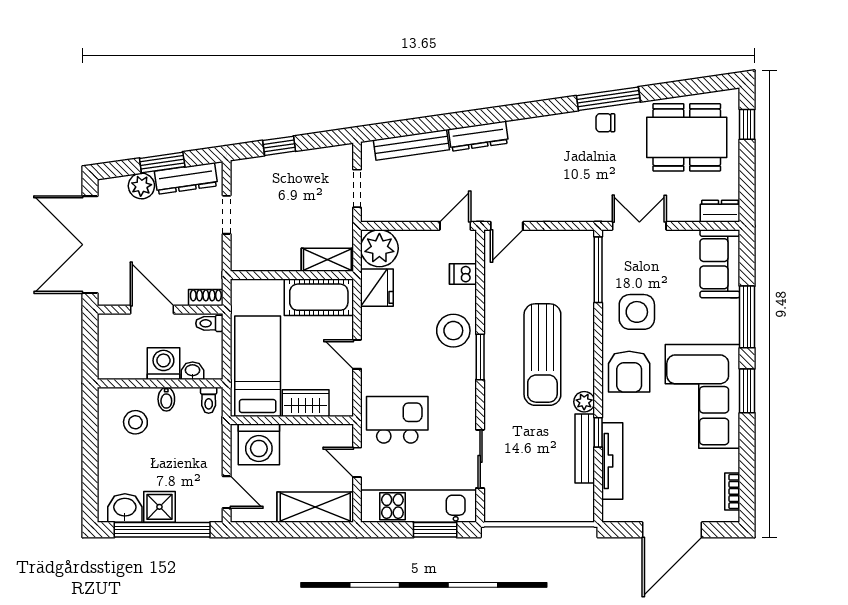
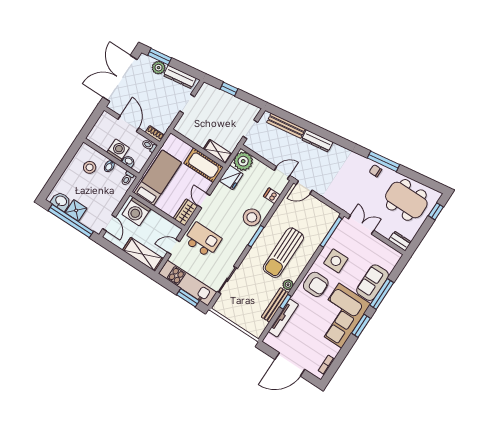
window: (162, 162) -> (160, 57), moved
sofa: (720, 264) -> (373, 283), moved
armchair: (629, 372) -> (316, 284), turned -90
wardrobe: (306, 403) -> (185, 212), moved, turned -90
door: (357, 462) -> (173, 247), hinge flipped

